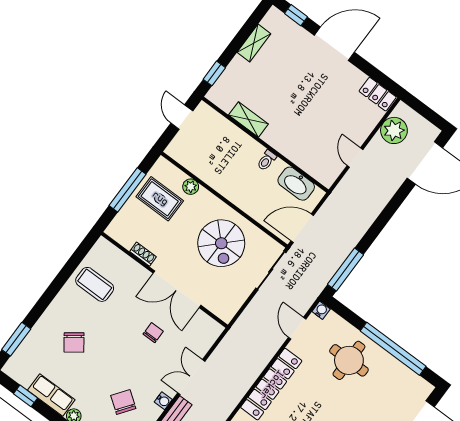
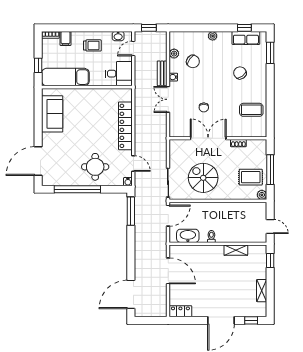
plant: (394, 130) -> (159, 299), removed
door: (355, 158) -> (168, 271), width x1.88
plant: (191, 187) -> (262, 195), moved
double door: (191, 377) -> (168, 99), swing flipped
row of seats: (51, 395) -> (246, 38), moved

